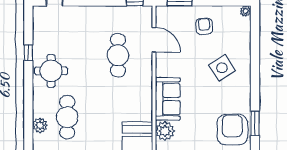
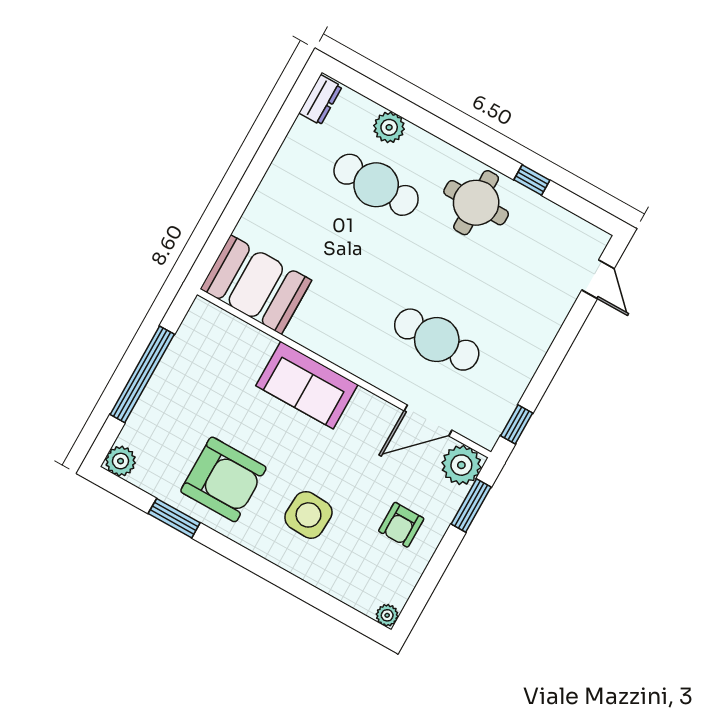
armchair: (204, 26) -> (401, 525), turned 95
side table: (222, 68) -> (308, 515), turned 36
armchair: (232, 130) -> (223, 479), moved
plant: (165, 131) -> (461, 465), moved

